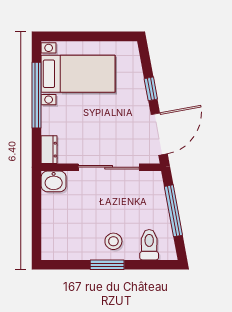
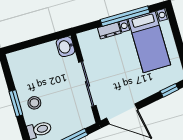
window: (151, 89) -> (169, 90), moved
dresser: (49, 150) -> (109, 30), moved

